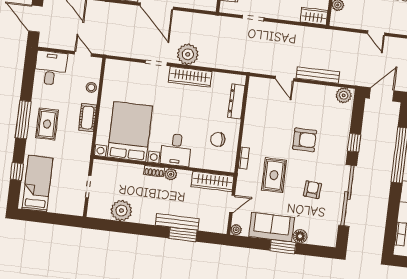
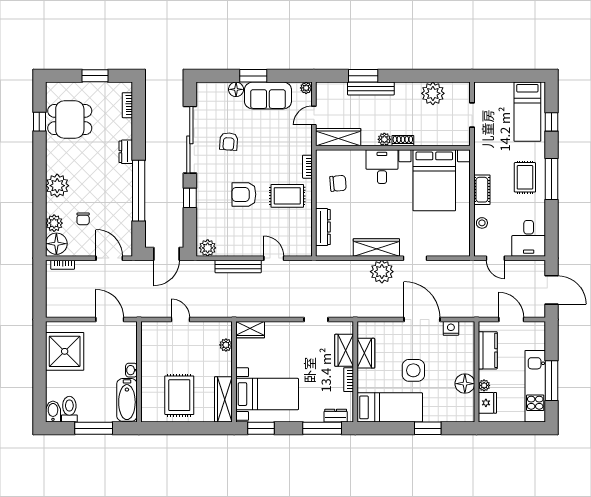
rug: (274, 175) -> (287, 196), moved, turned 90

